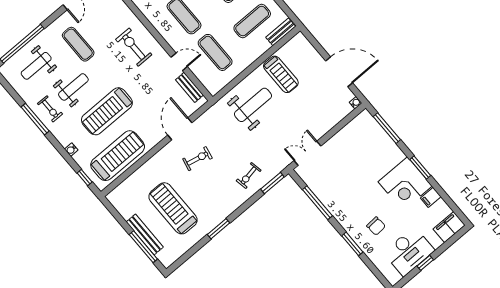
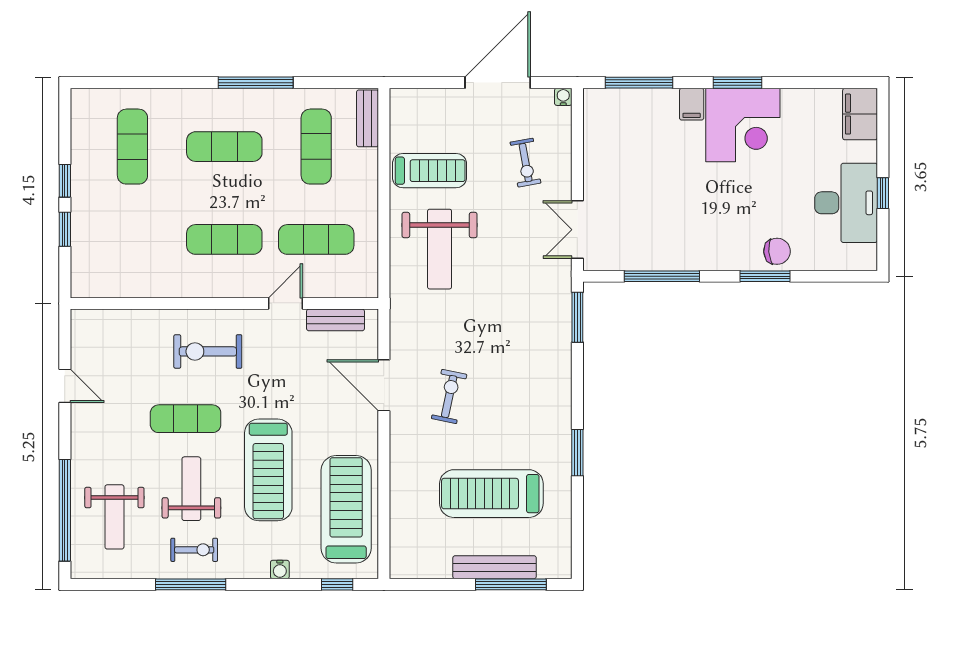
exercise mat: (78, 44) -> (186, 419), moved
weight bench: (253, 105) -> (440, 249), turned 180
exercise bike: (249, 175) -> (526, 163), moved
filing cabinet: (431, 197) -> (692, 104), moved
chair: (376, 226) -> (777, 251), moved

